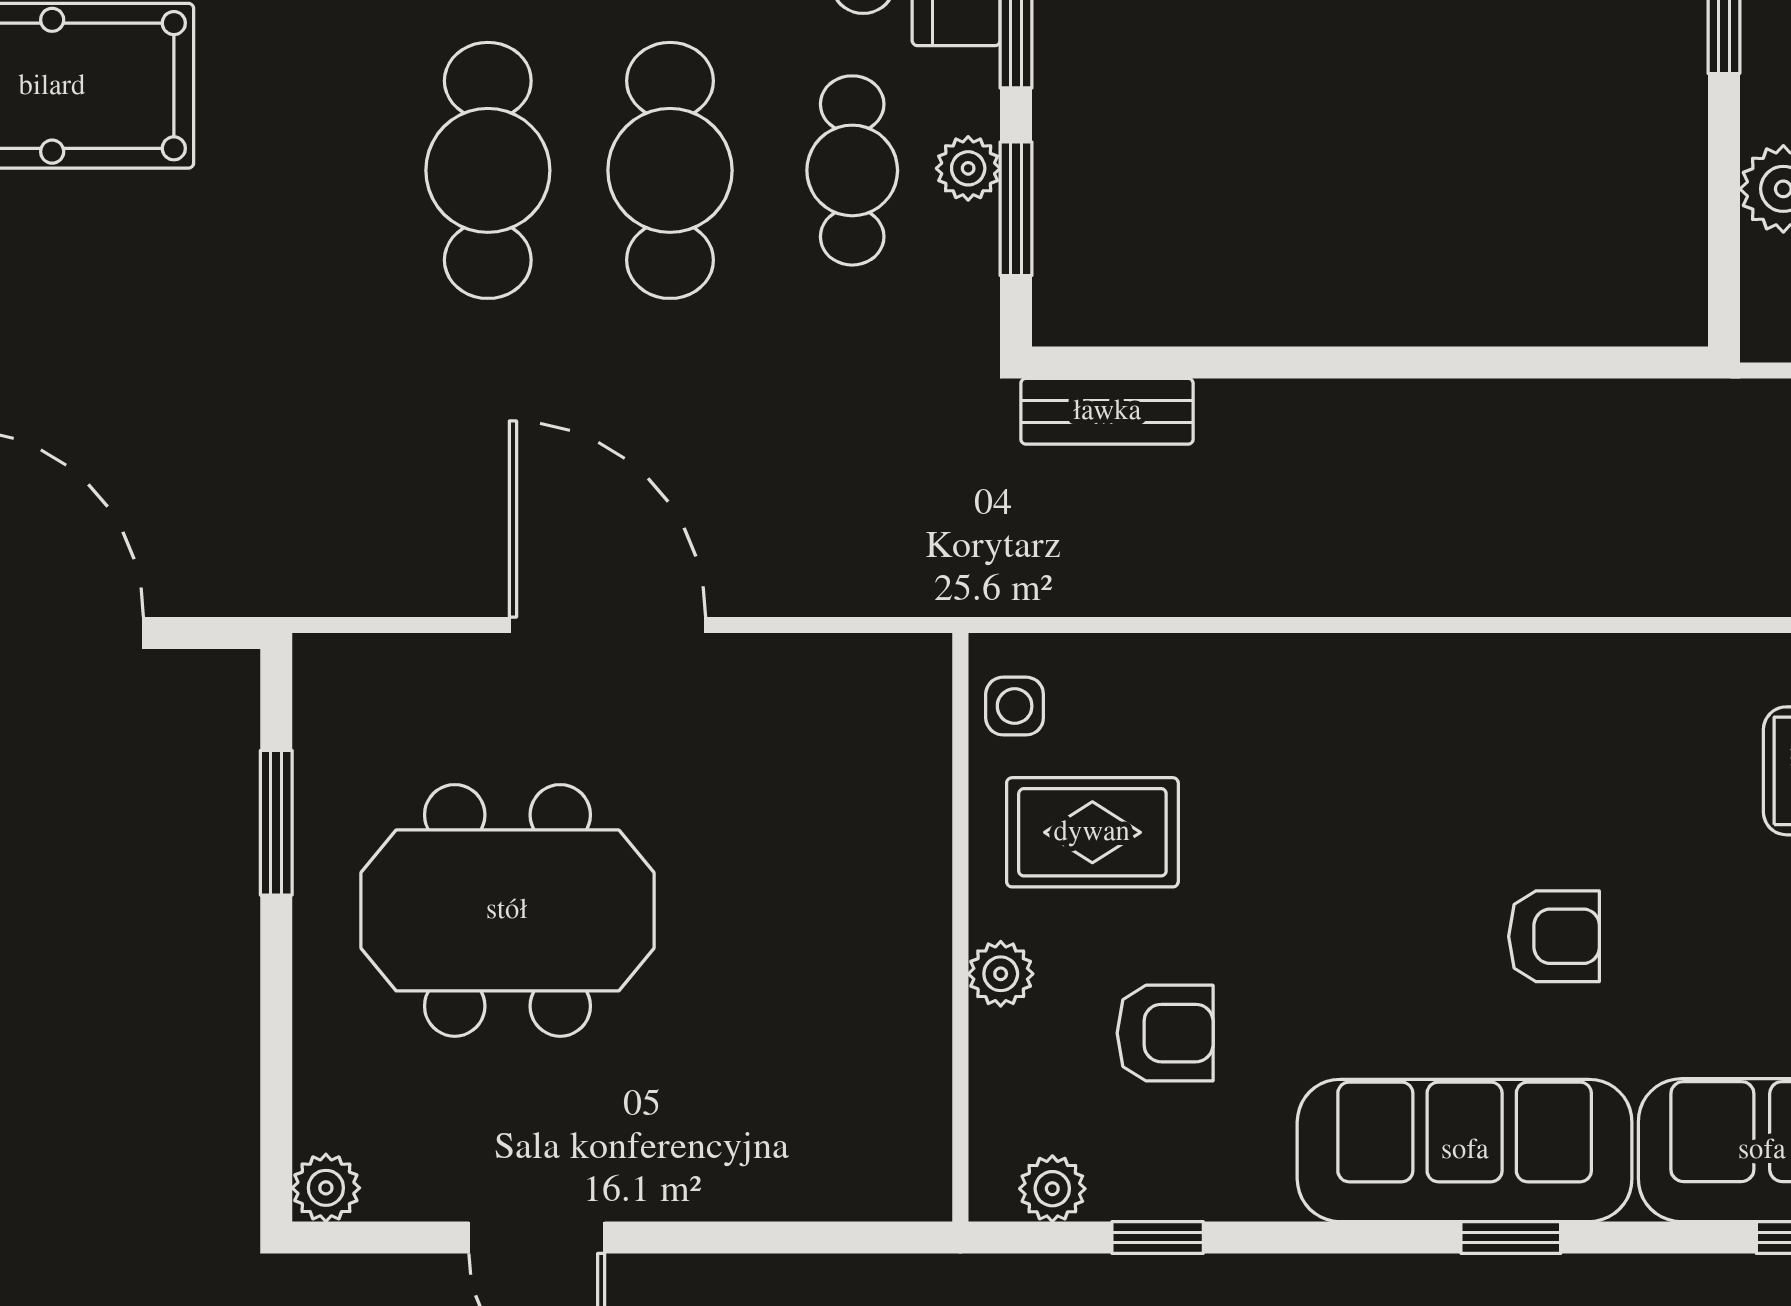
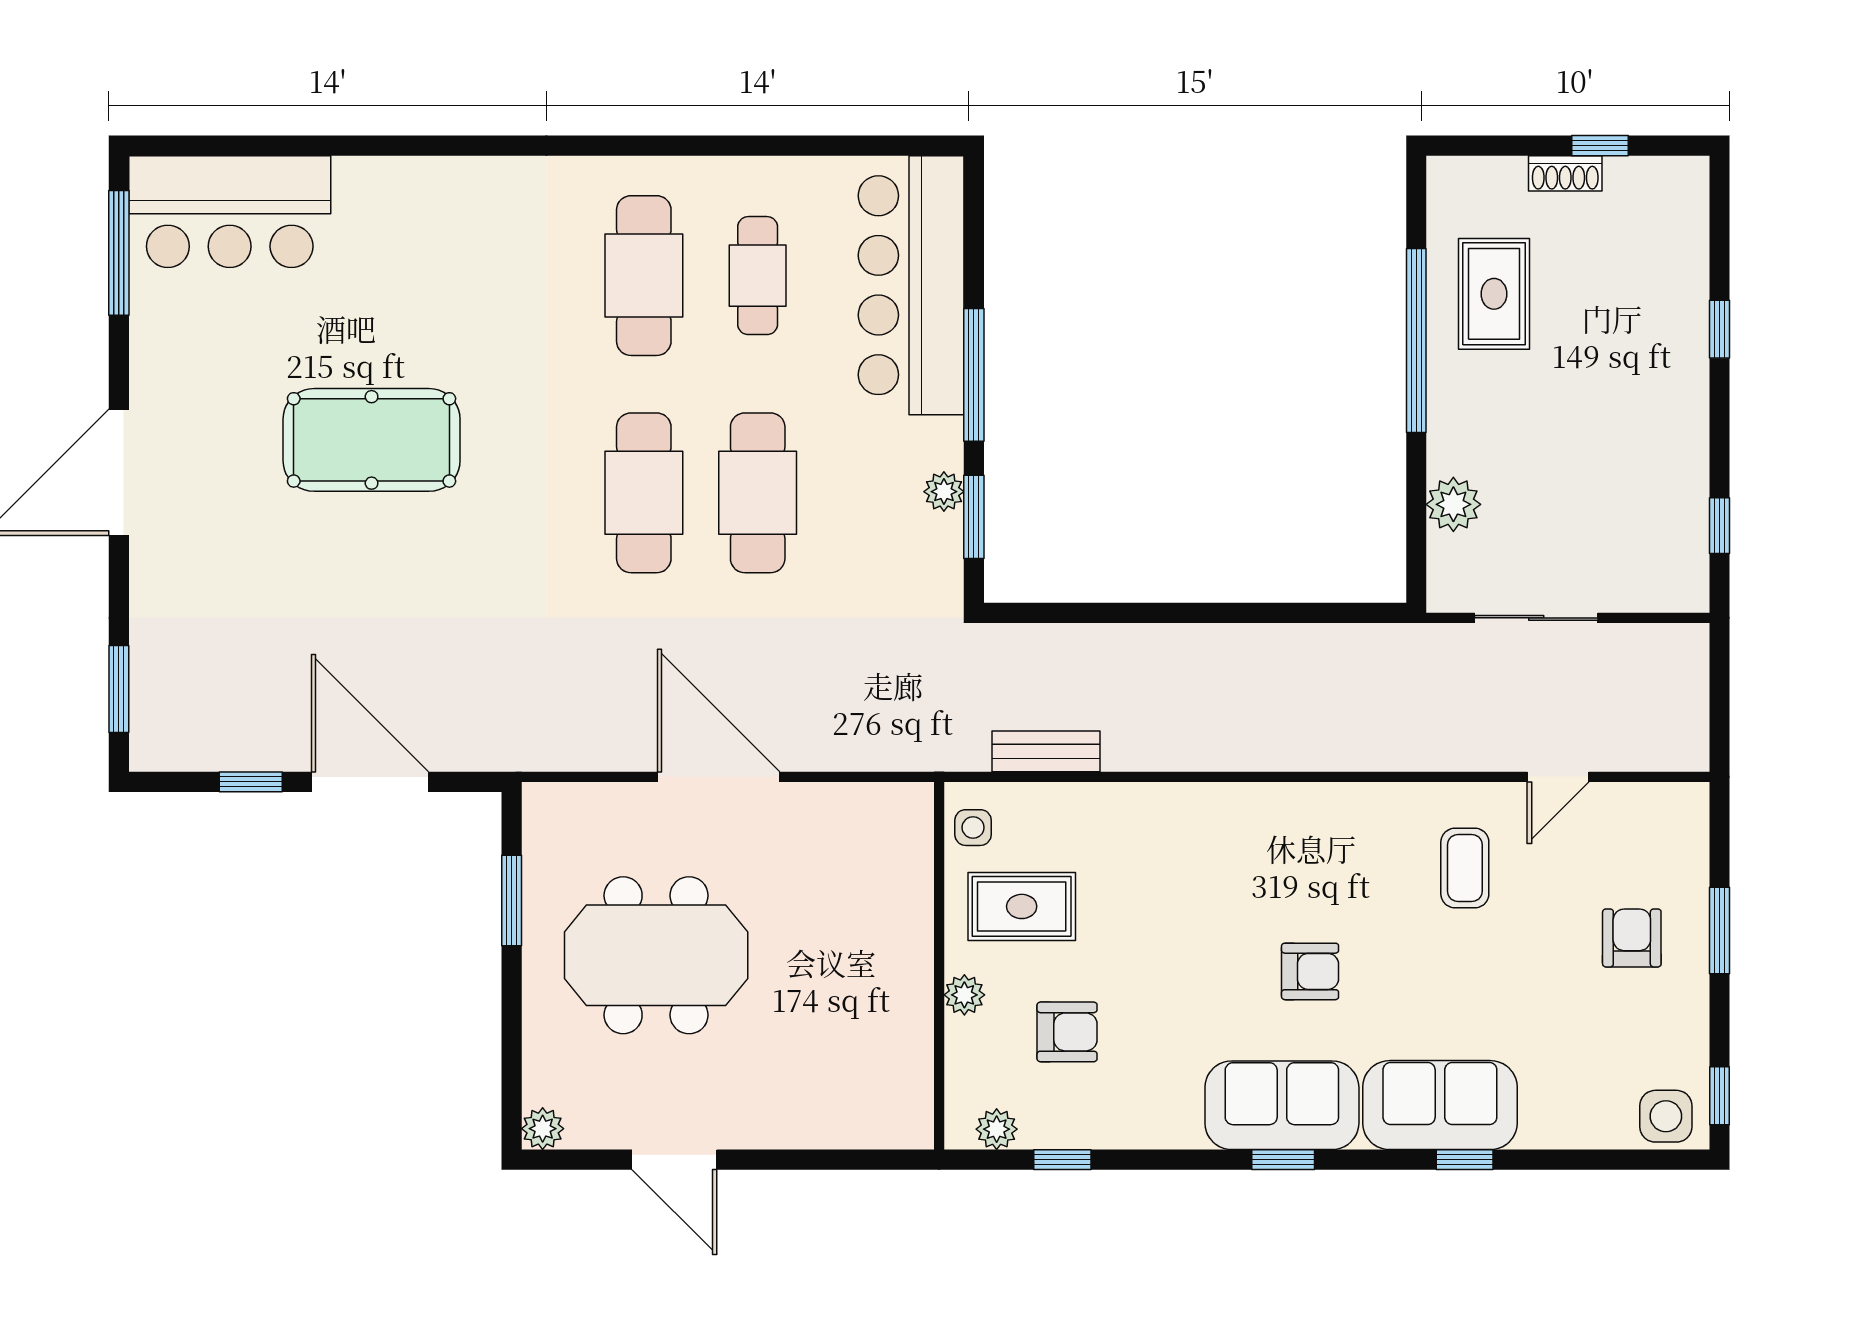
cafe table: (852, 170) -> (871, 493), removed
bench: (1107, 411) -> (1046, 751), moved
sofa: (1465, 1150) -> (1282, 1105), width x0.73

